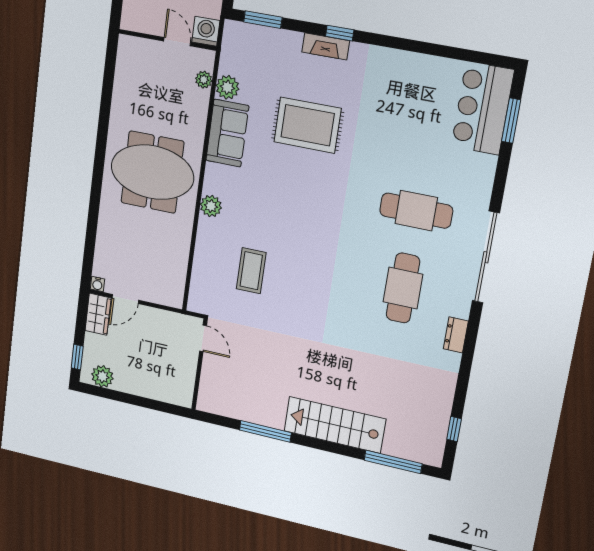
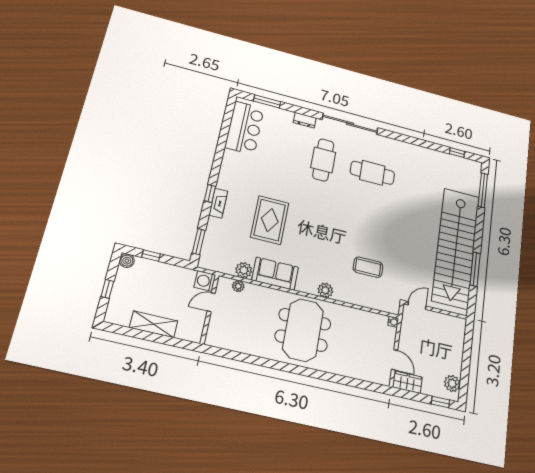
bar counter: (483, 108) -> (245, 128), moved, turned -90
water cooler: (97, 284) -> (393, 322), moved
dresser: (456, 335) -> (305, 120), moved
stairs: (335, 425) -> (456, 248), width x1.86, depth x1.51

